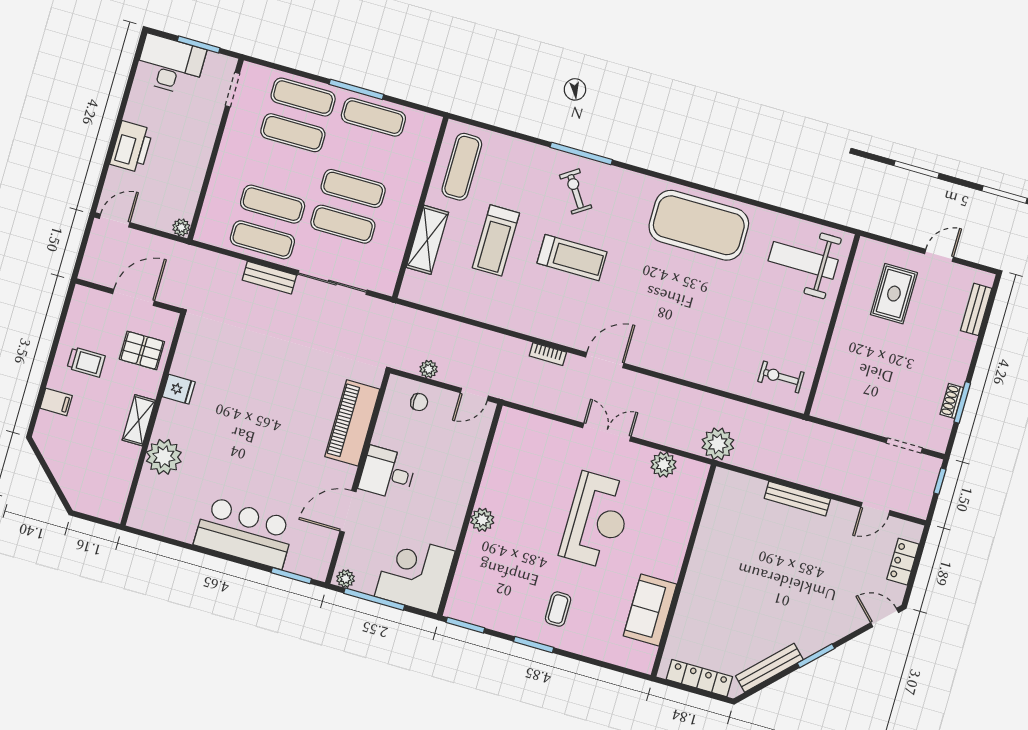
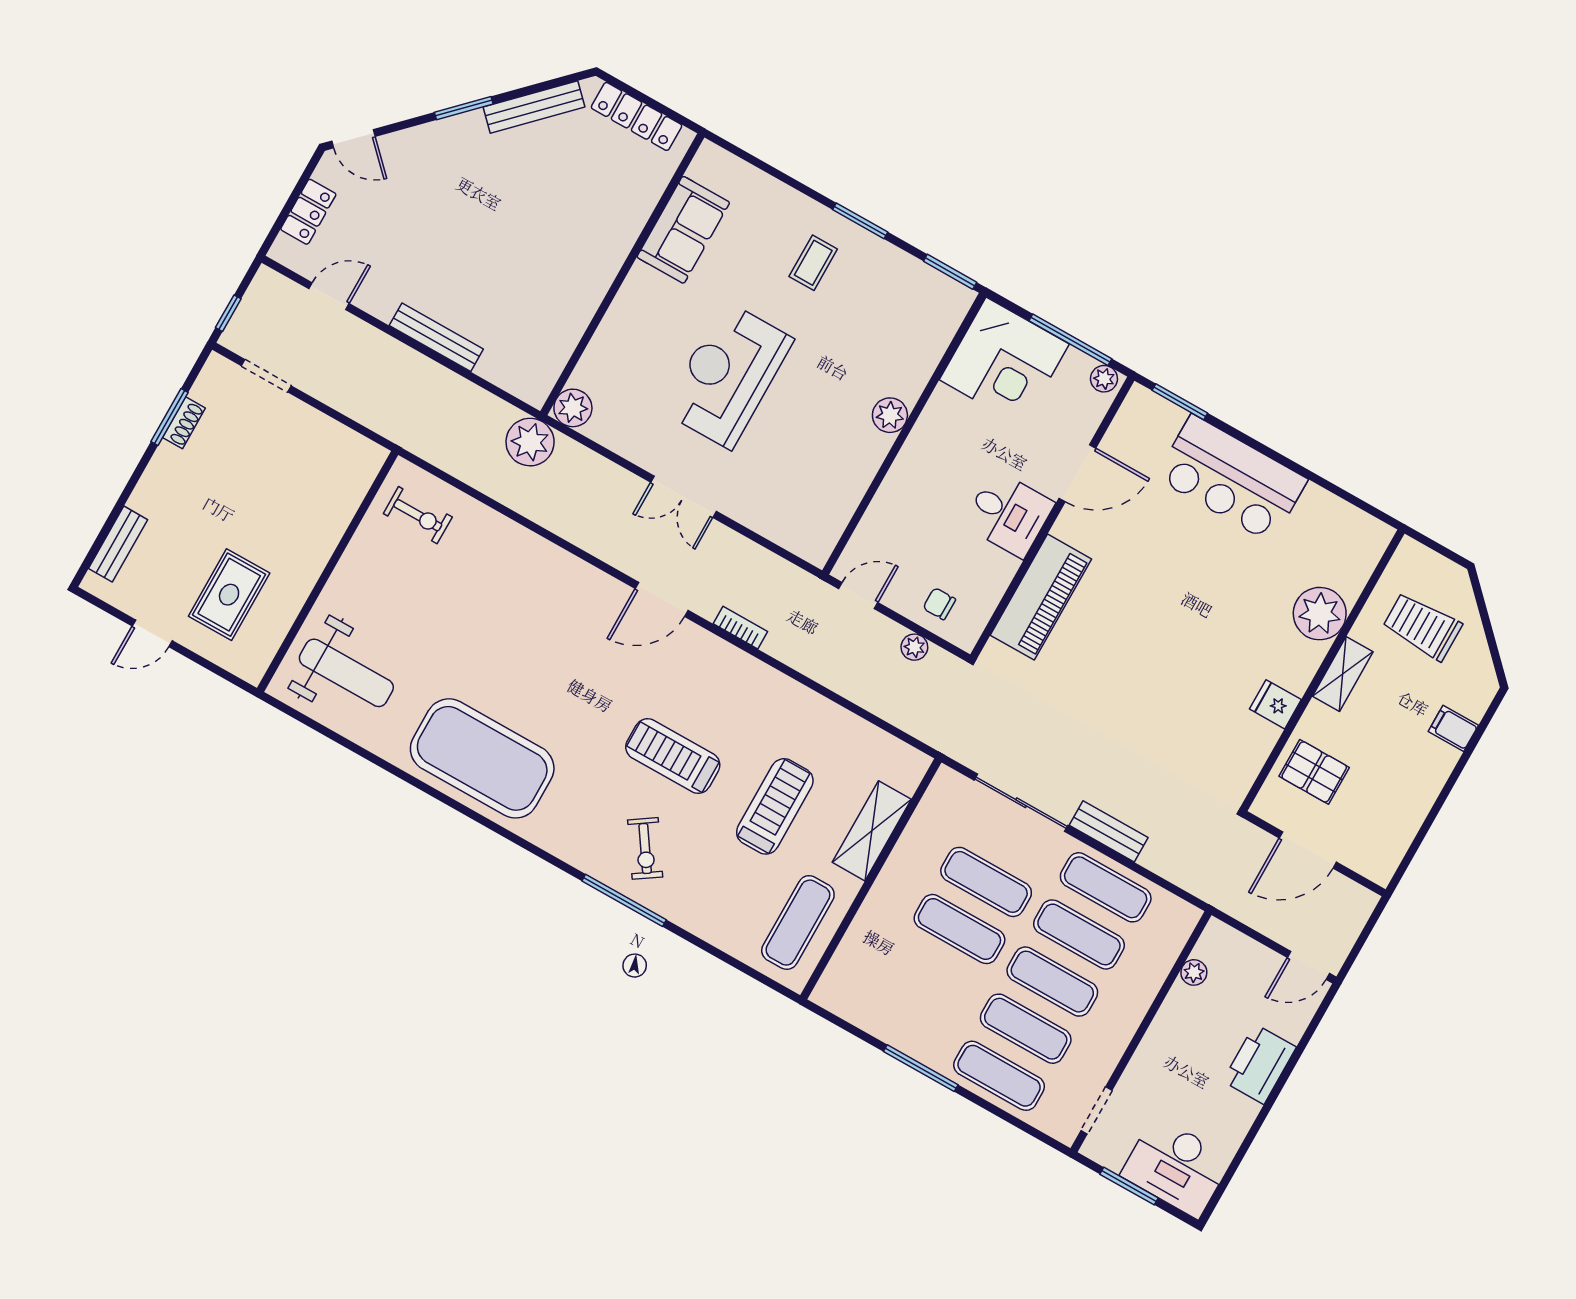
exercise mat: (373, 117) -> (1052, 982), moved
plant: (181, 227) -> (1194, 972), moved
trolley: (86, 362) -> (1422, 626), moved, width x1.36, depth x1.39
plant: (663, 465) -> (573, 408), moved

